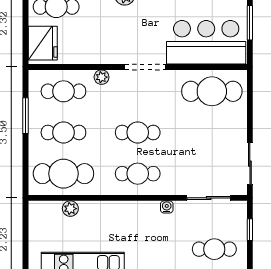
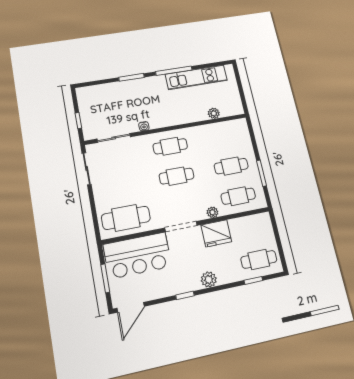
fridge: (43, 43) -> (216, 233), moved, turned -90
cafe table: (63, 174) -> (224, 137), removed
cafe table: (214, 249) -> (103, 102), removed

